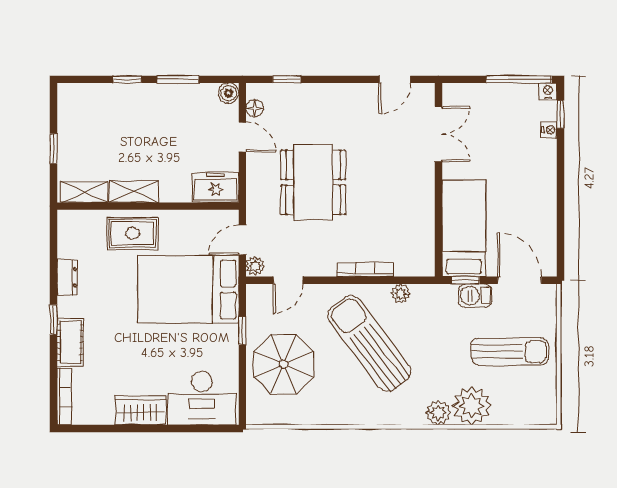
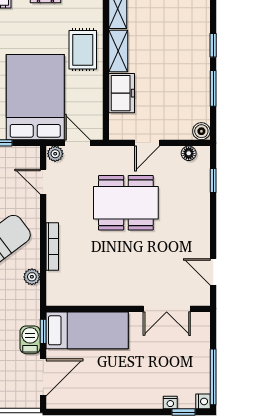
door: (242, 137) -> (147, 143), moved
freezer: (215, 187) -> (122, 93), moved

